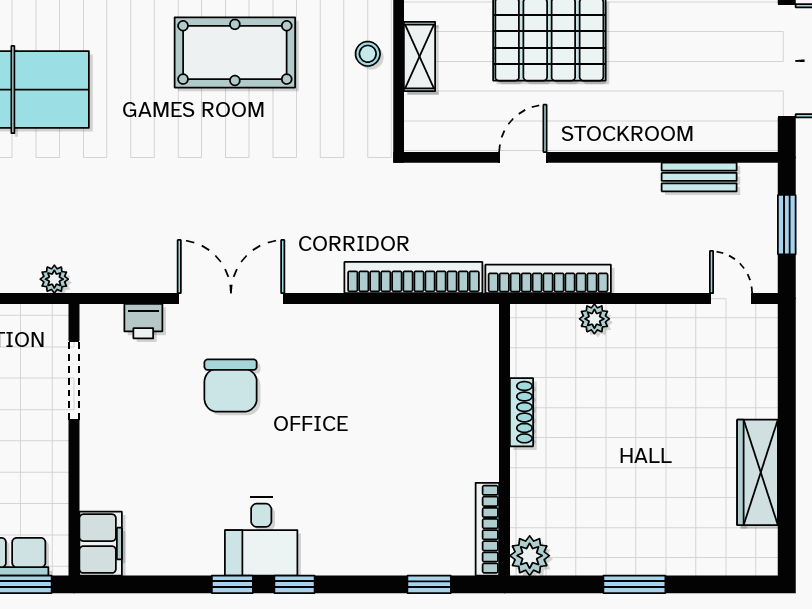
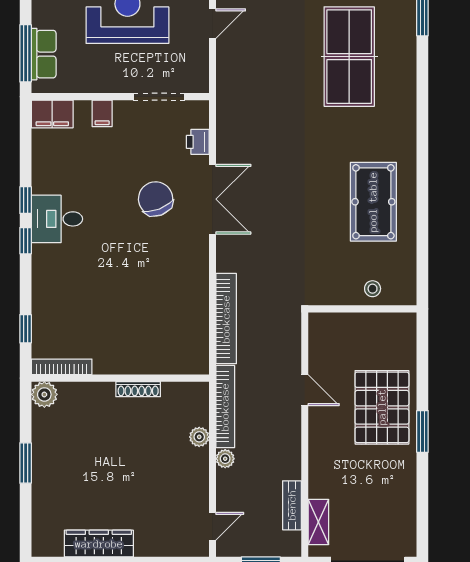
shelving: (420, 57) -> (318, 522), moved, turned 90
plant: (54, 279) -> (225, 459), moved
chair: (231, 386) -> (156, 199), turned 69
filing cabinet: (100, 467) -> (102, 113), added

